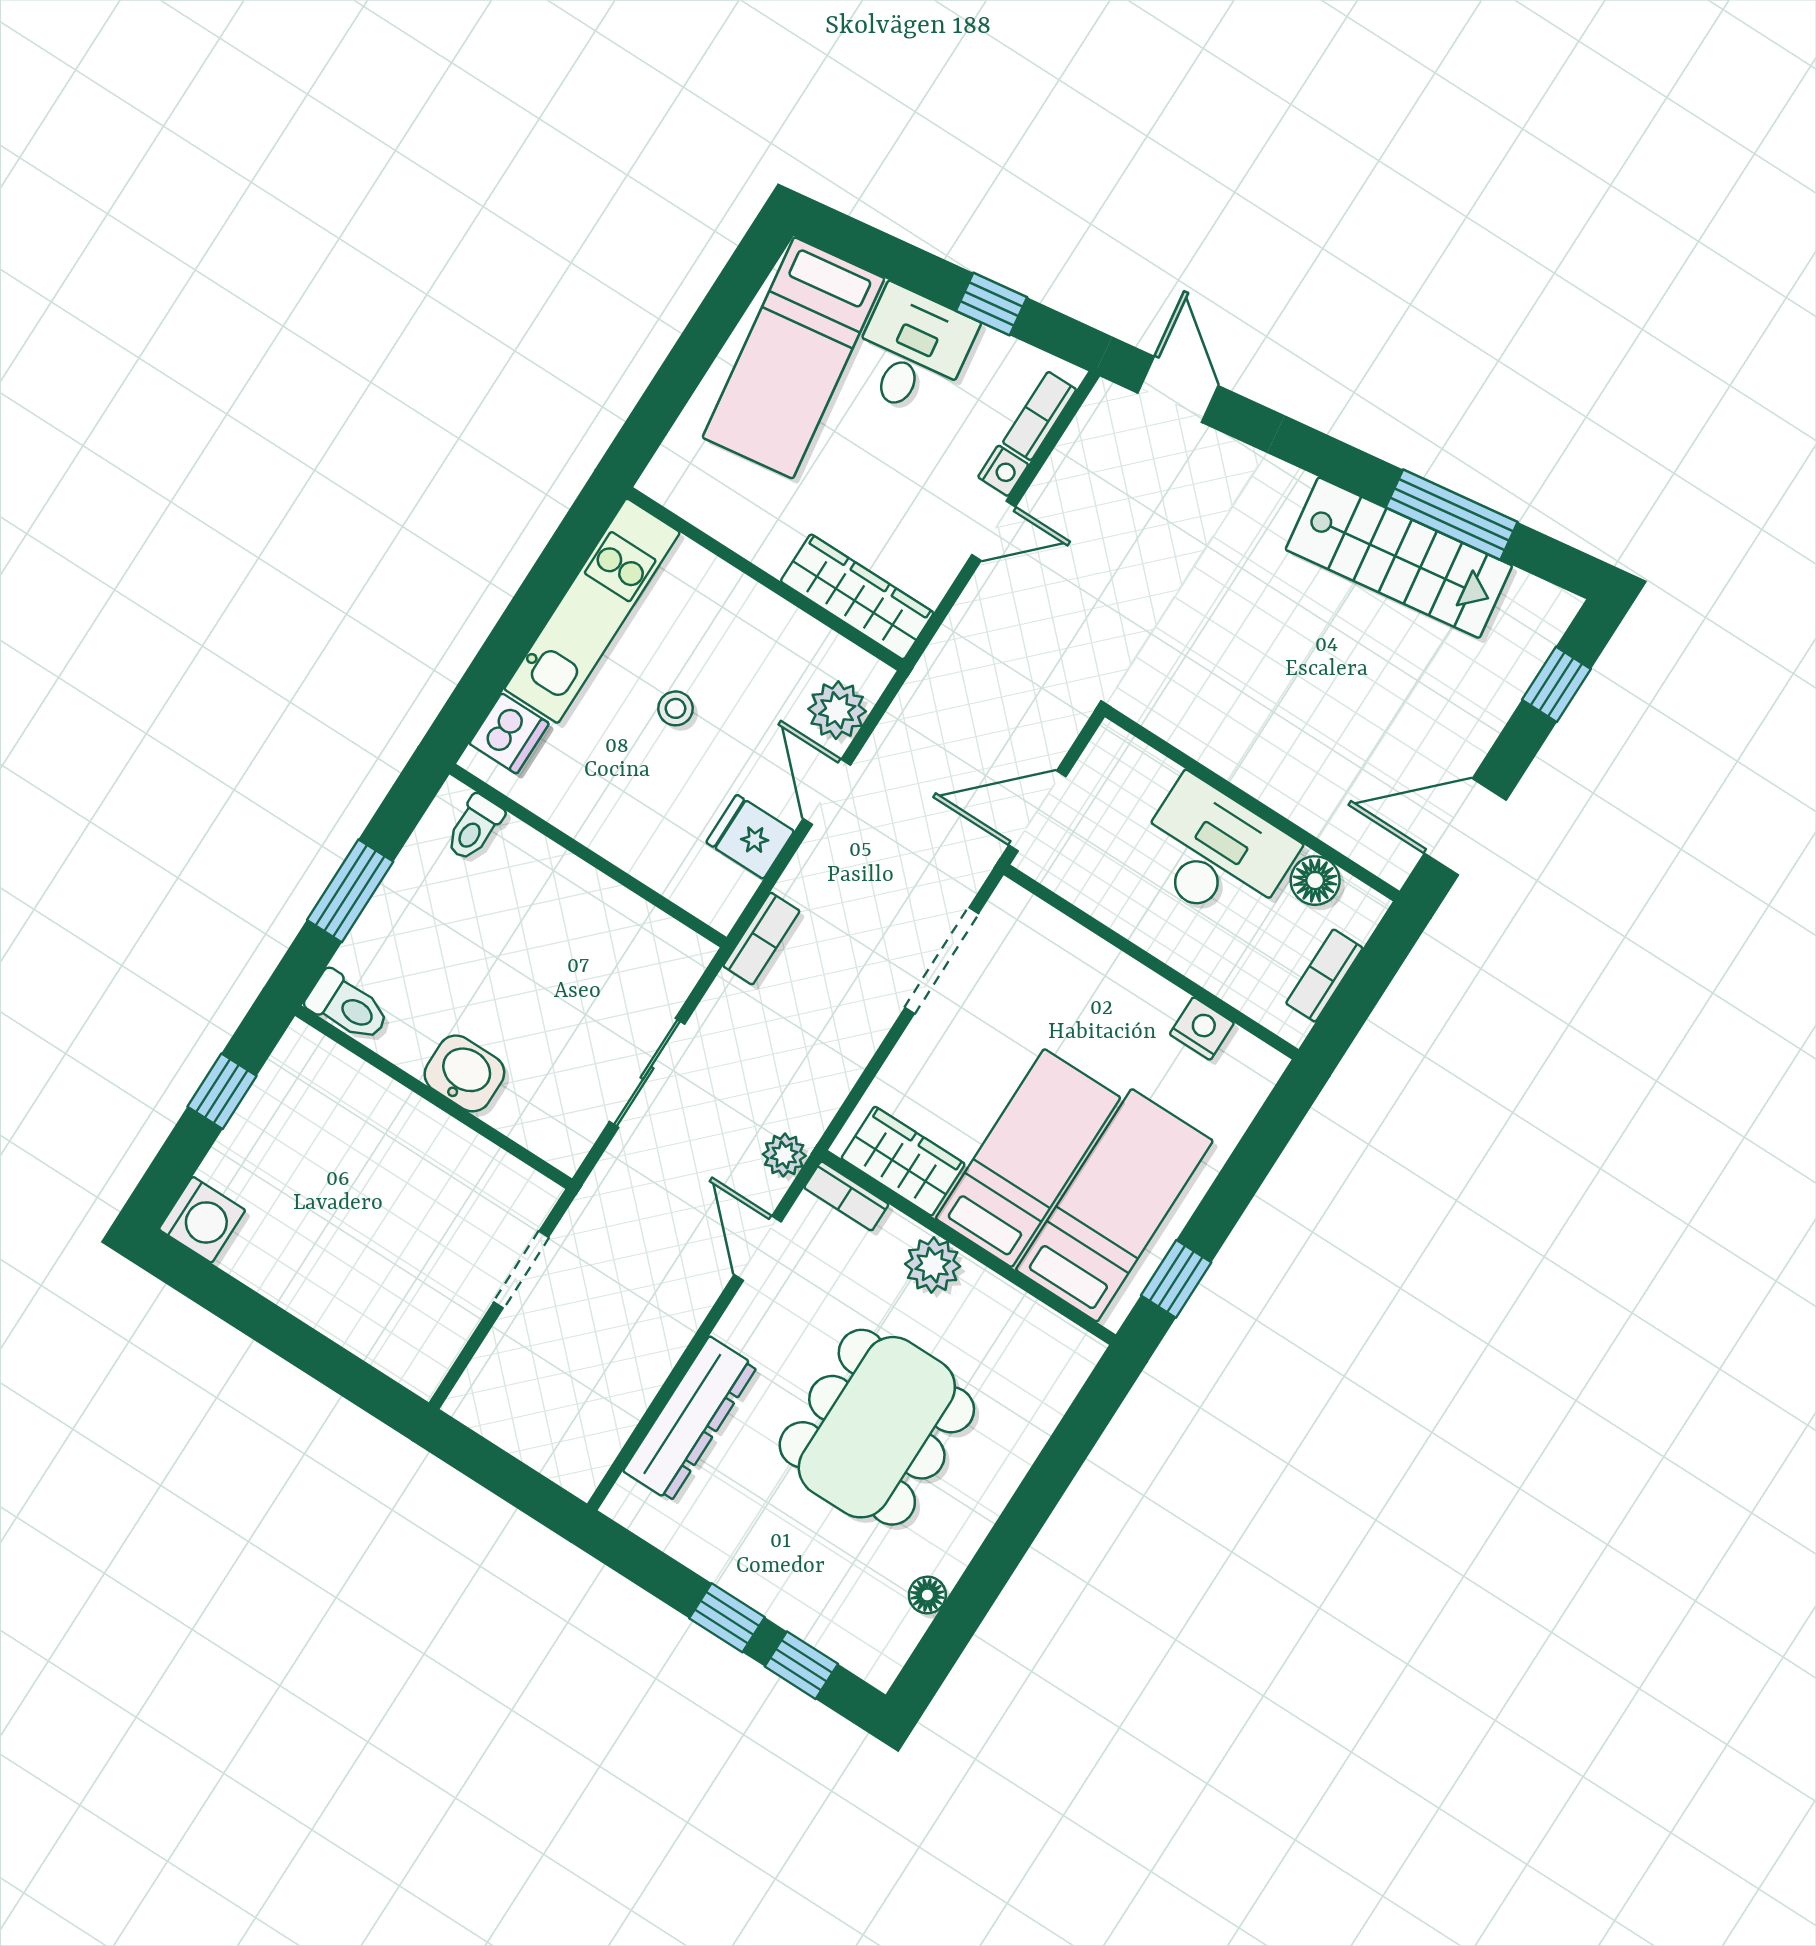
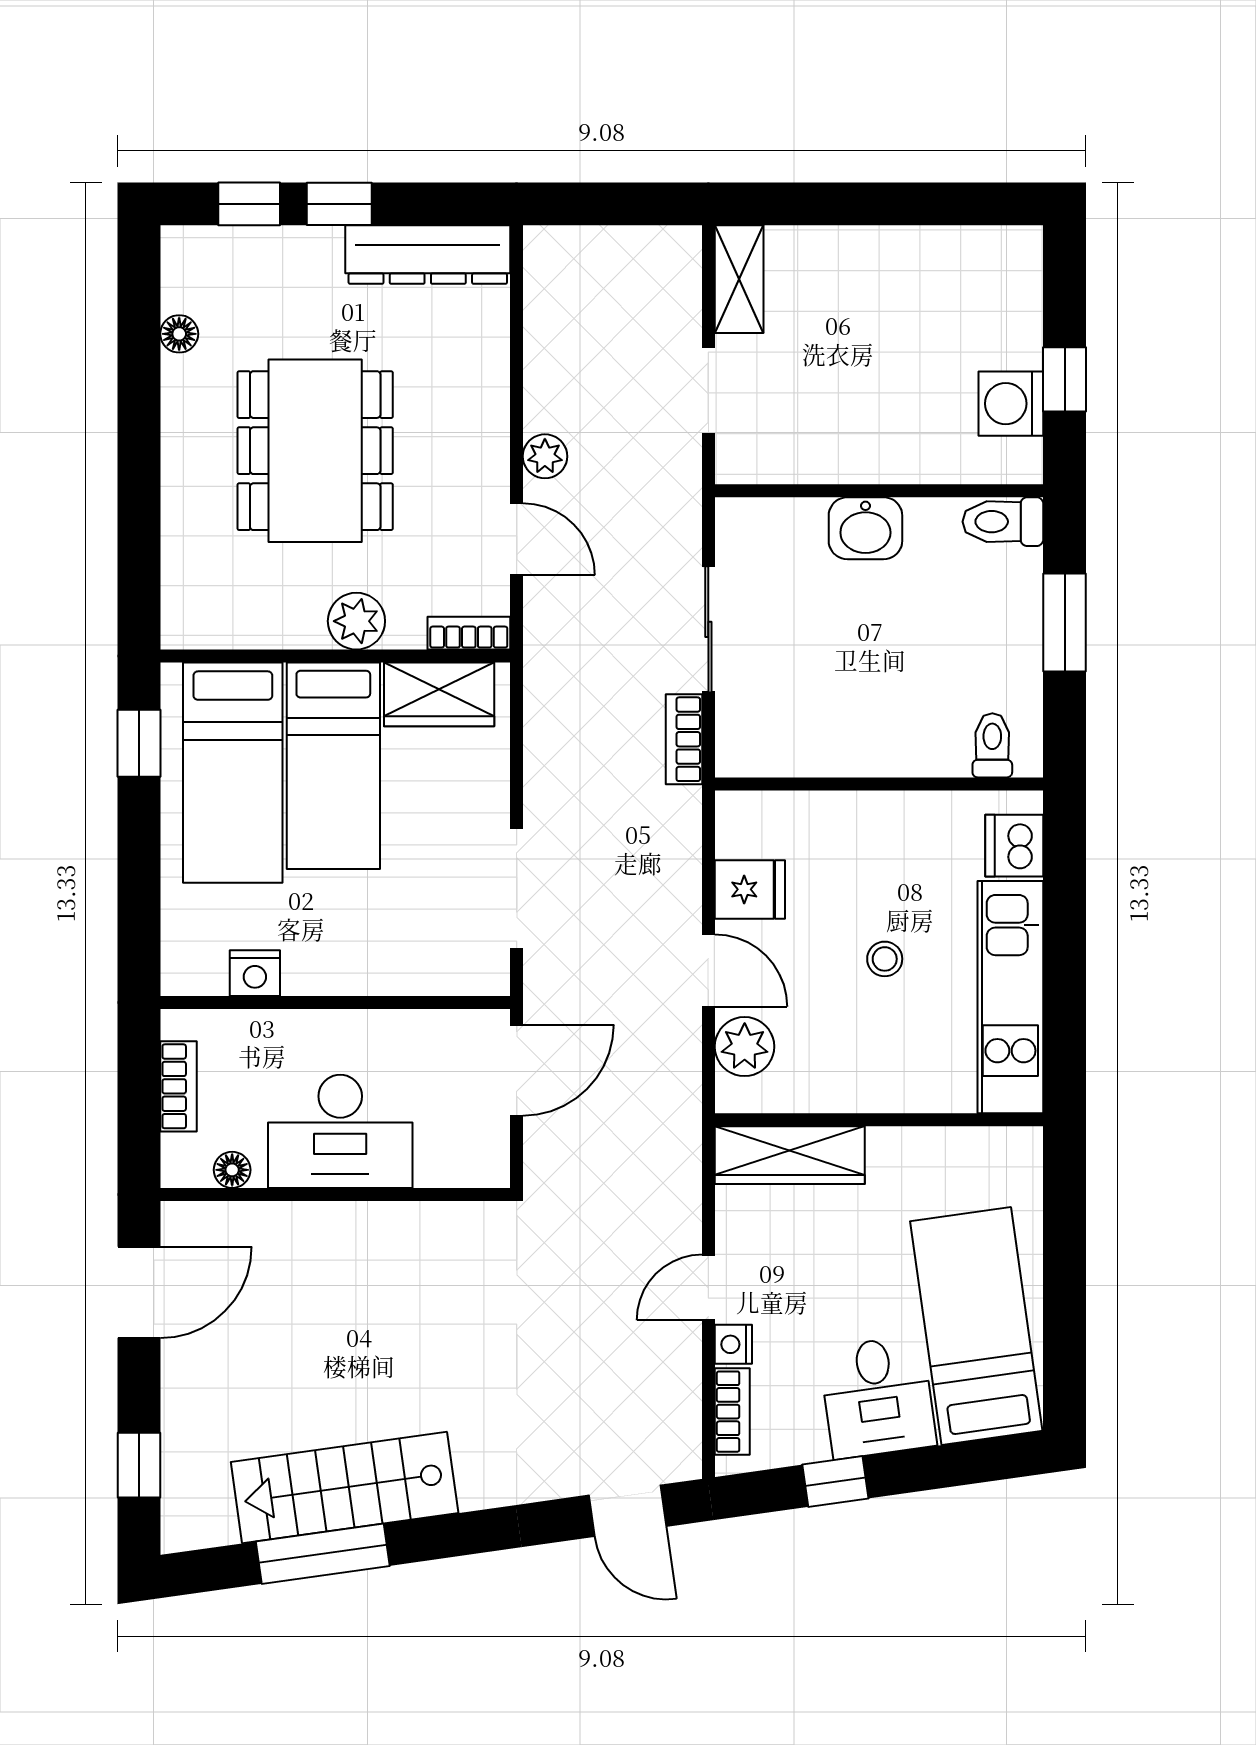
floor lamp: (1315, 881) -> (232, 1170), width x0.73, depth x0.73
bookcase: (761, 939) -> (684, 739), moved
plant: (784, 1155) -> (545, 456), moved
washing machine: (202, 1220) -> (1011, 404), moved
shelving: (437, 1345) -> (739, 279), added
dresser: (690, 1419) -> (428, 255), moved, turned -90

